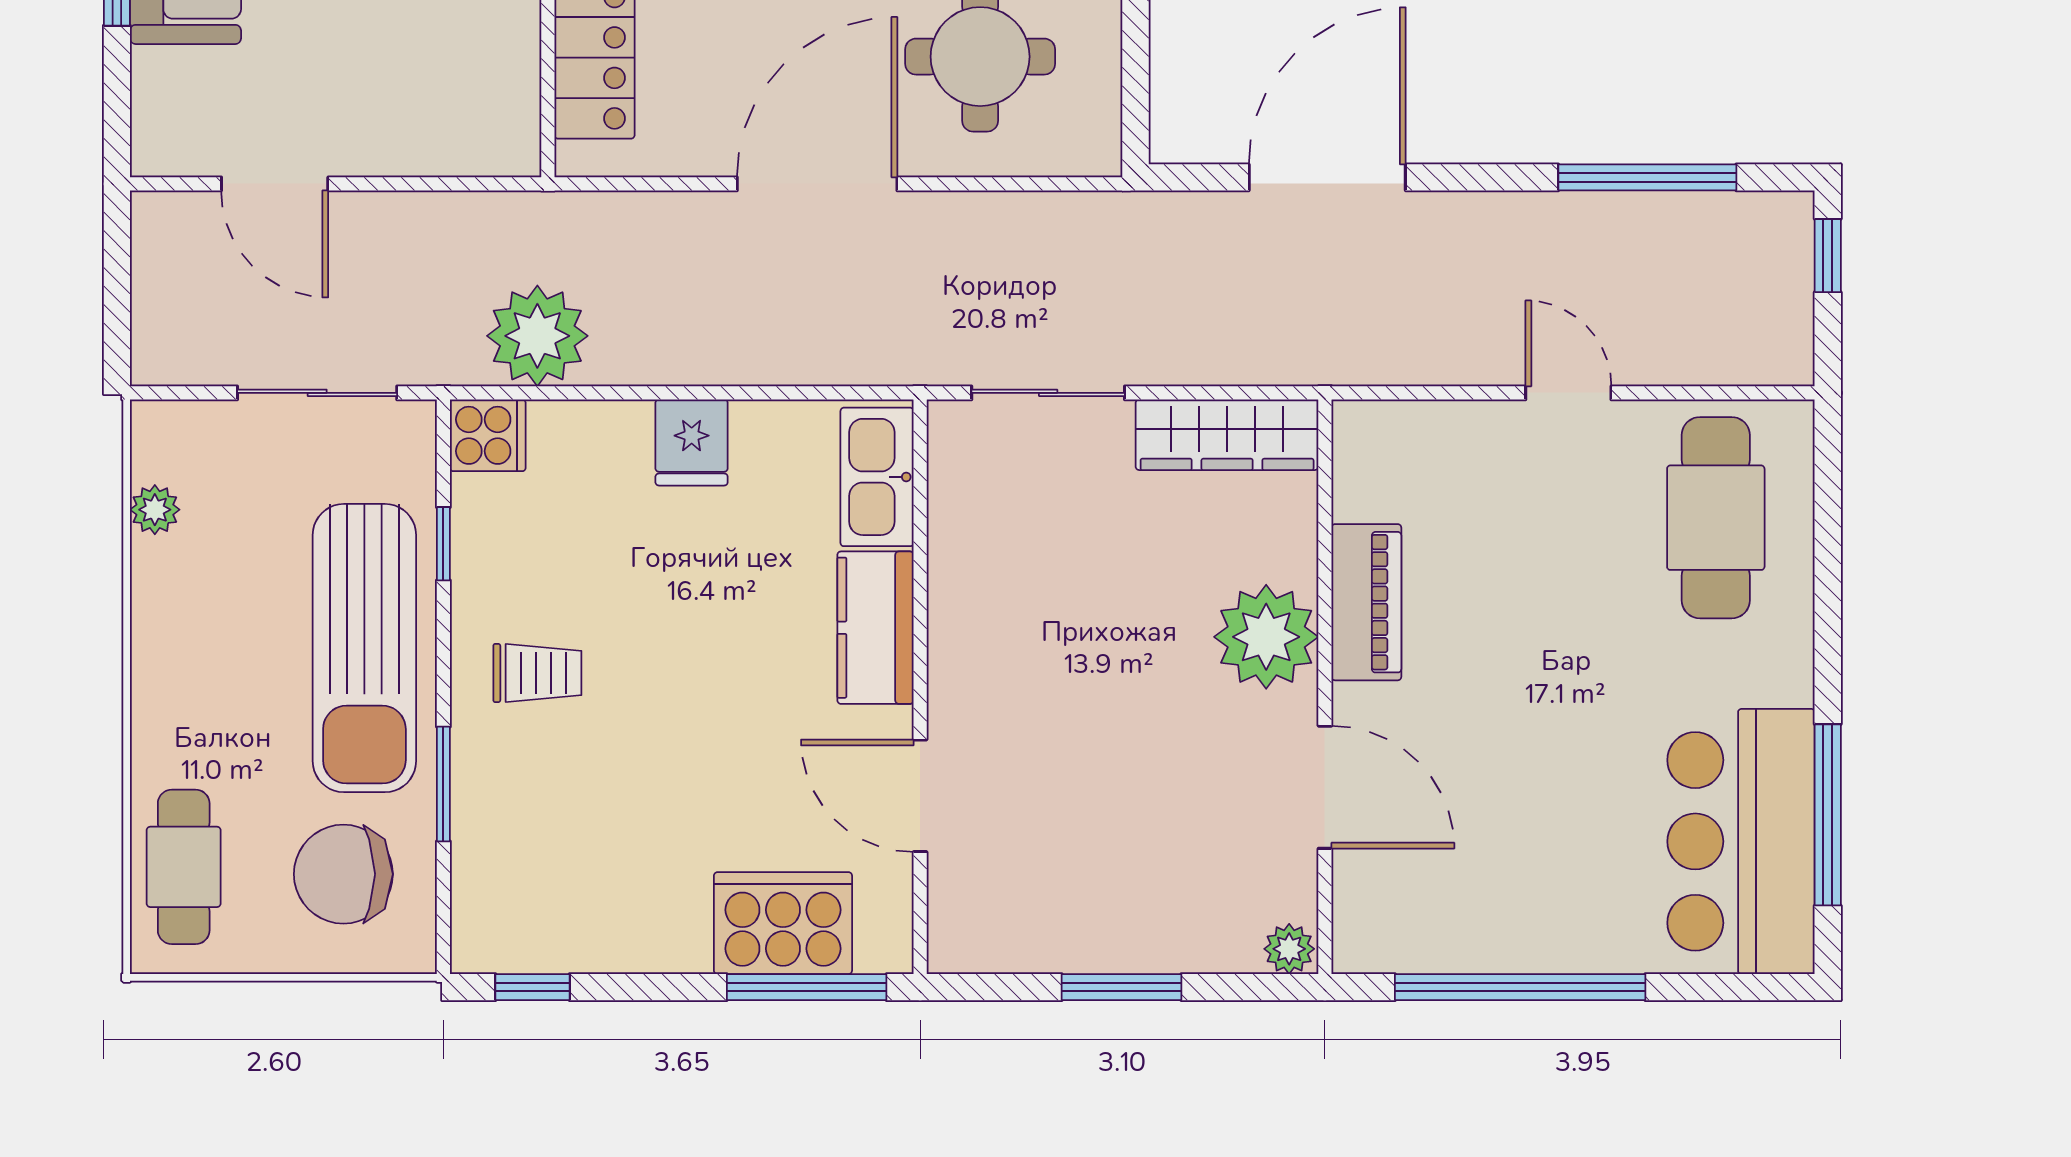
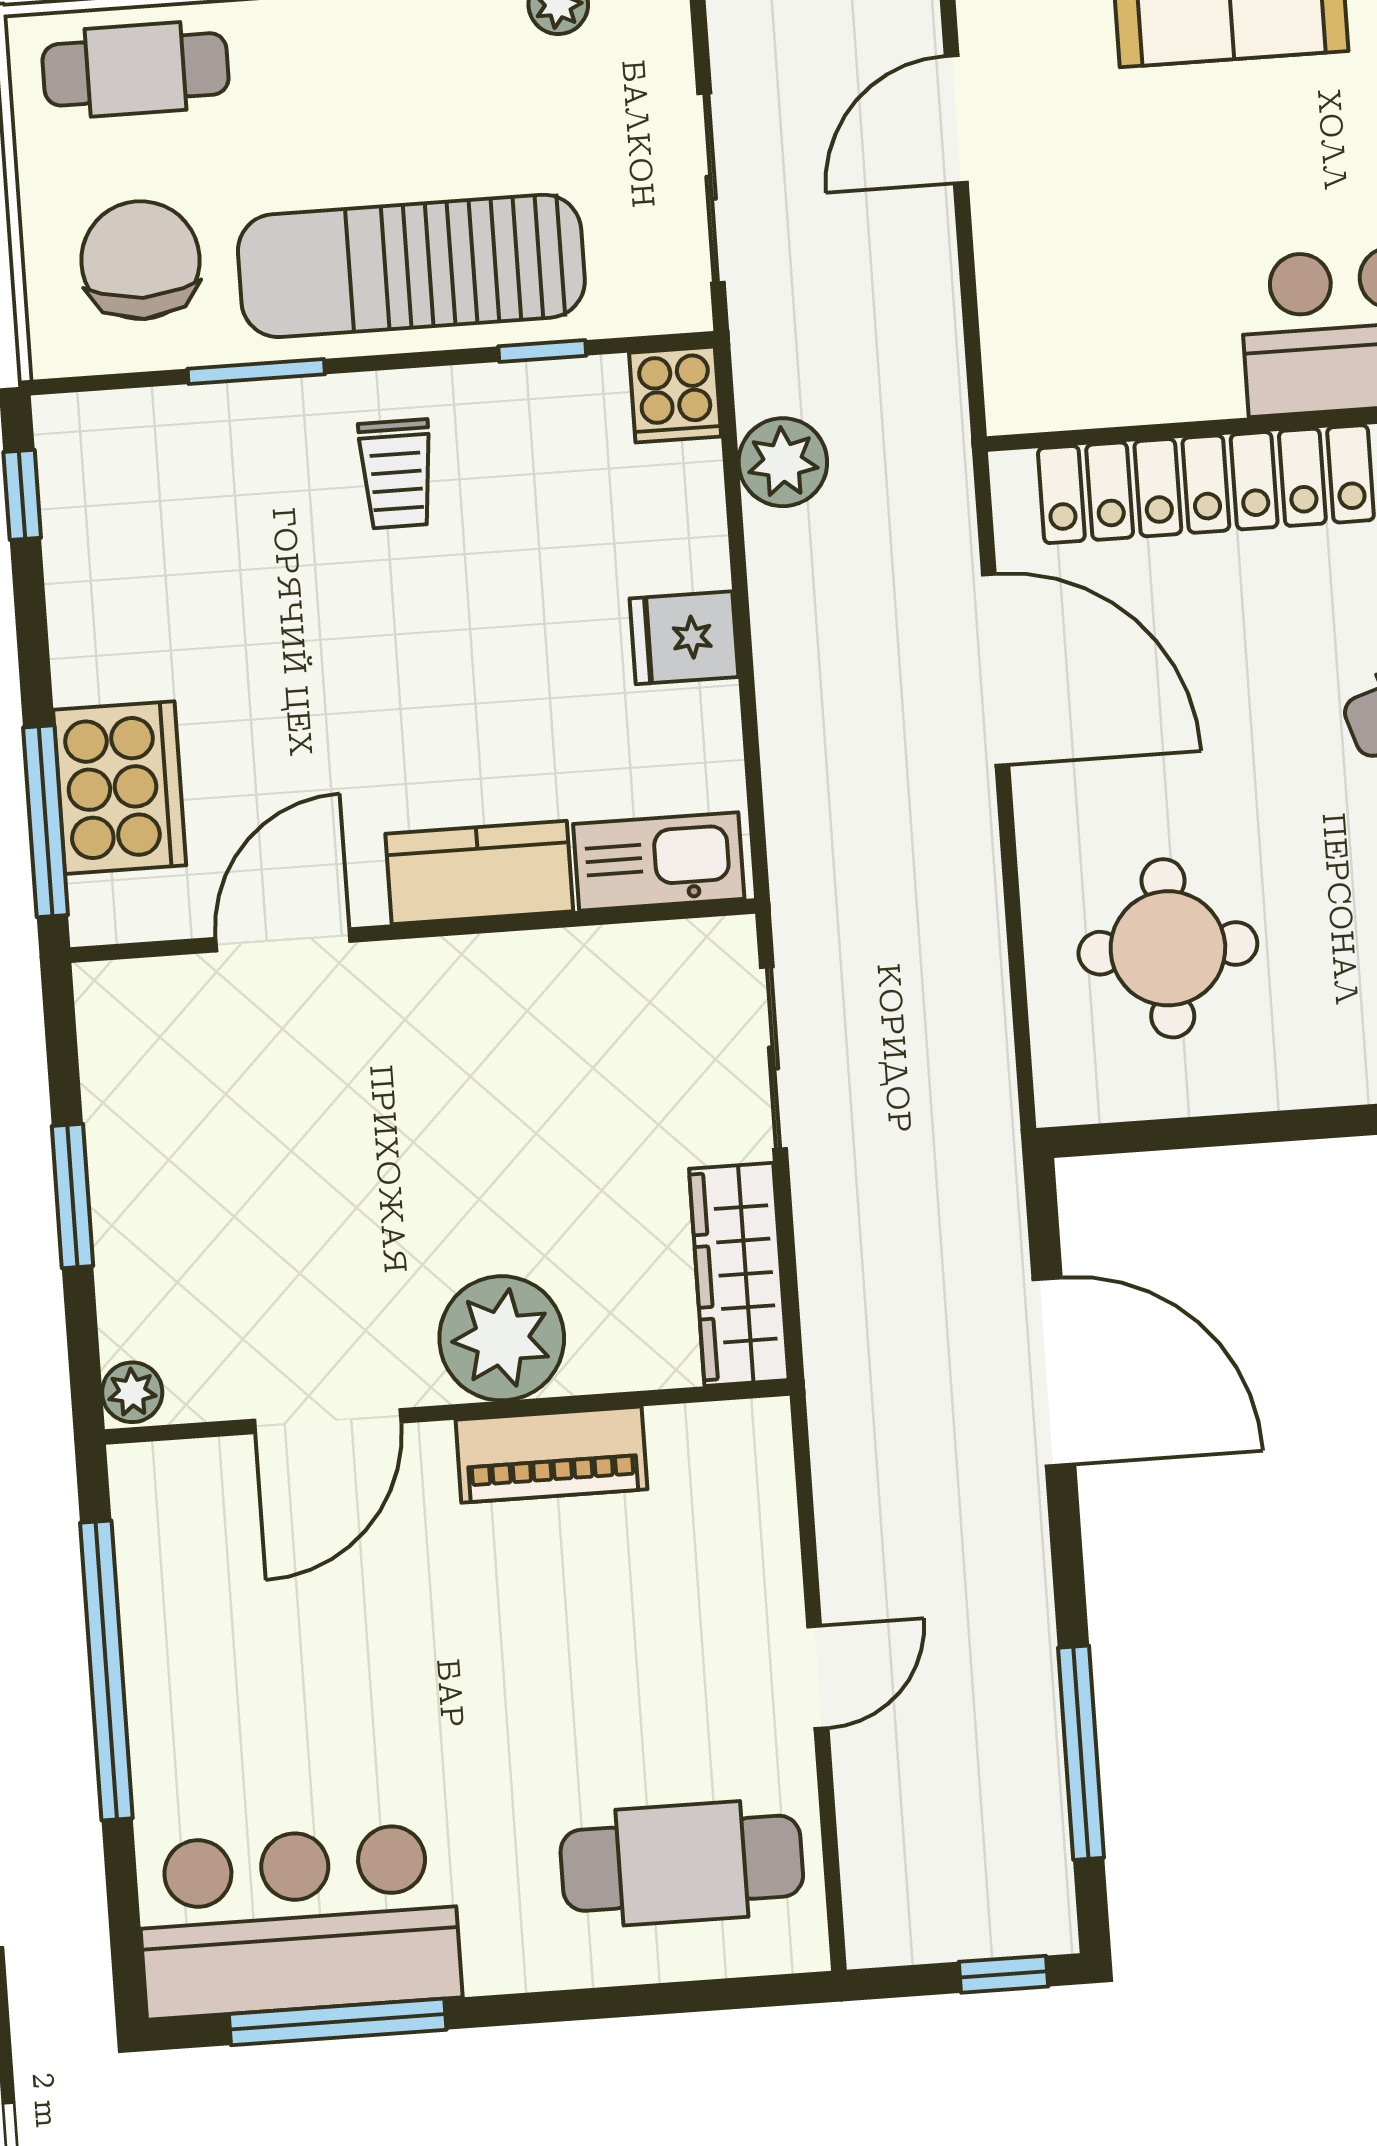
door: (817, 184) -> (996, 670), moved
plant: (537, 336) -> (783, 462), width x0.73, depth x0.73

